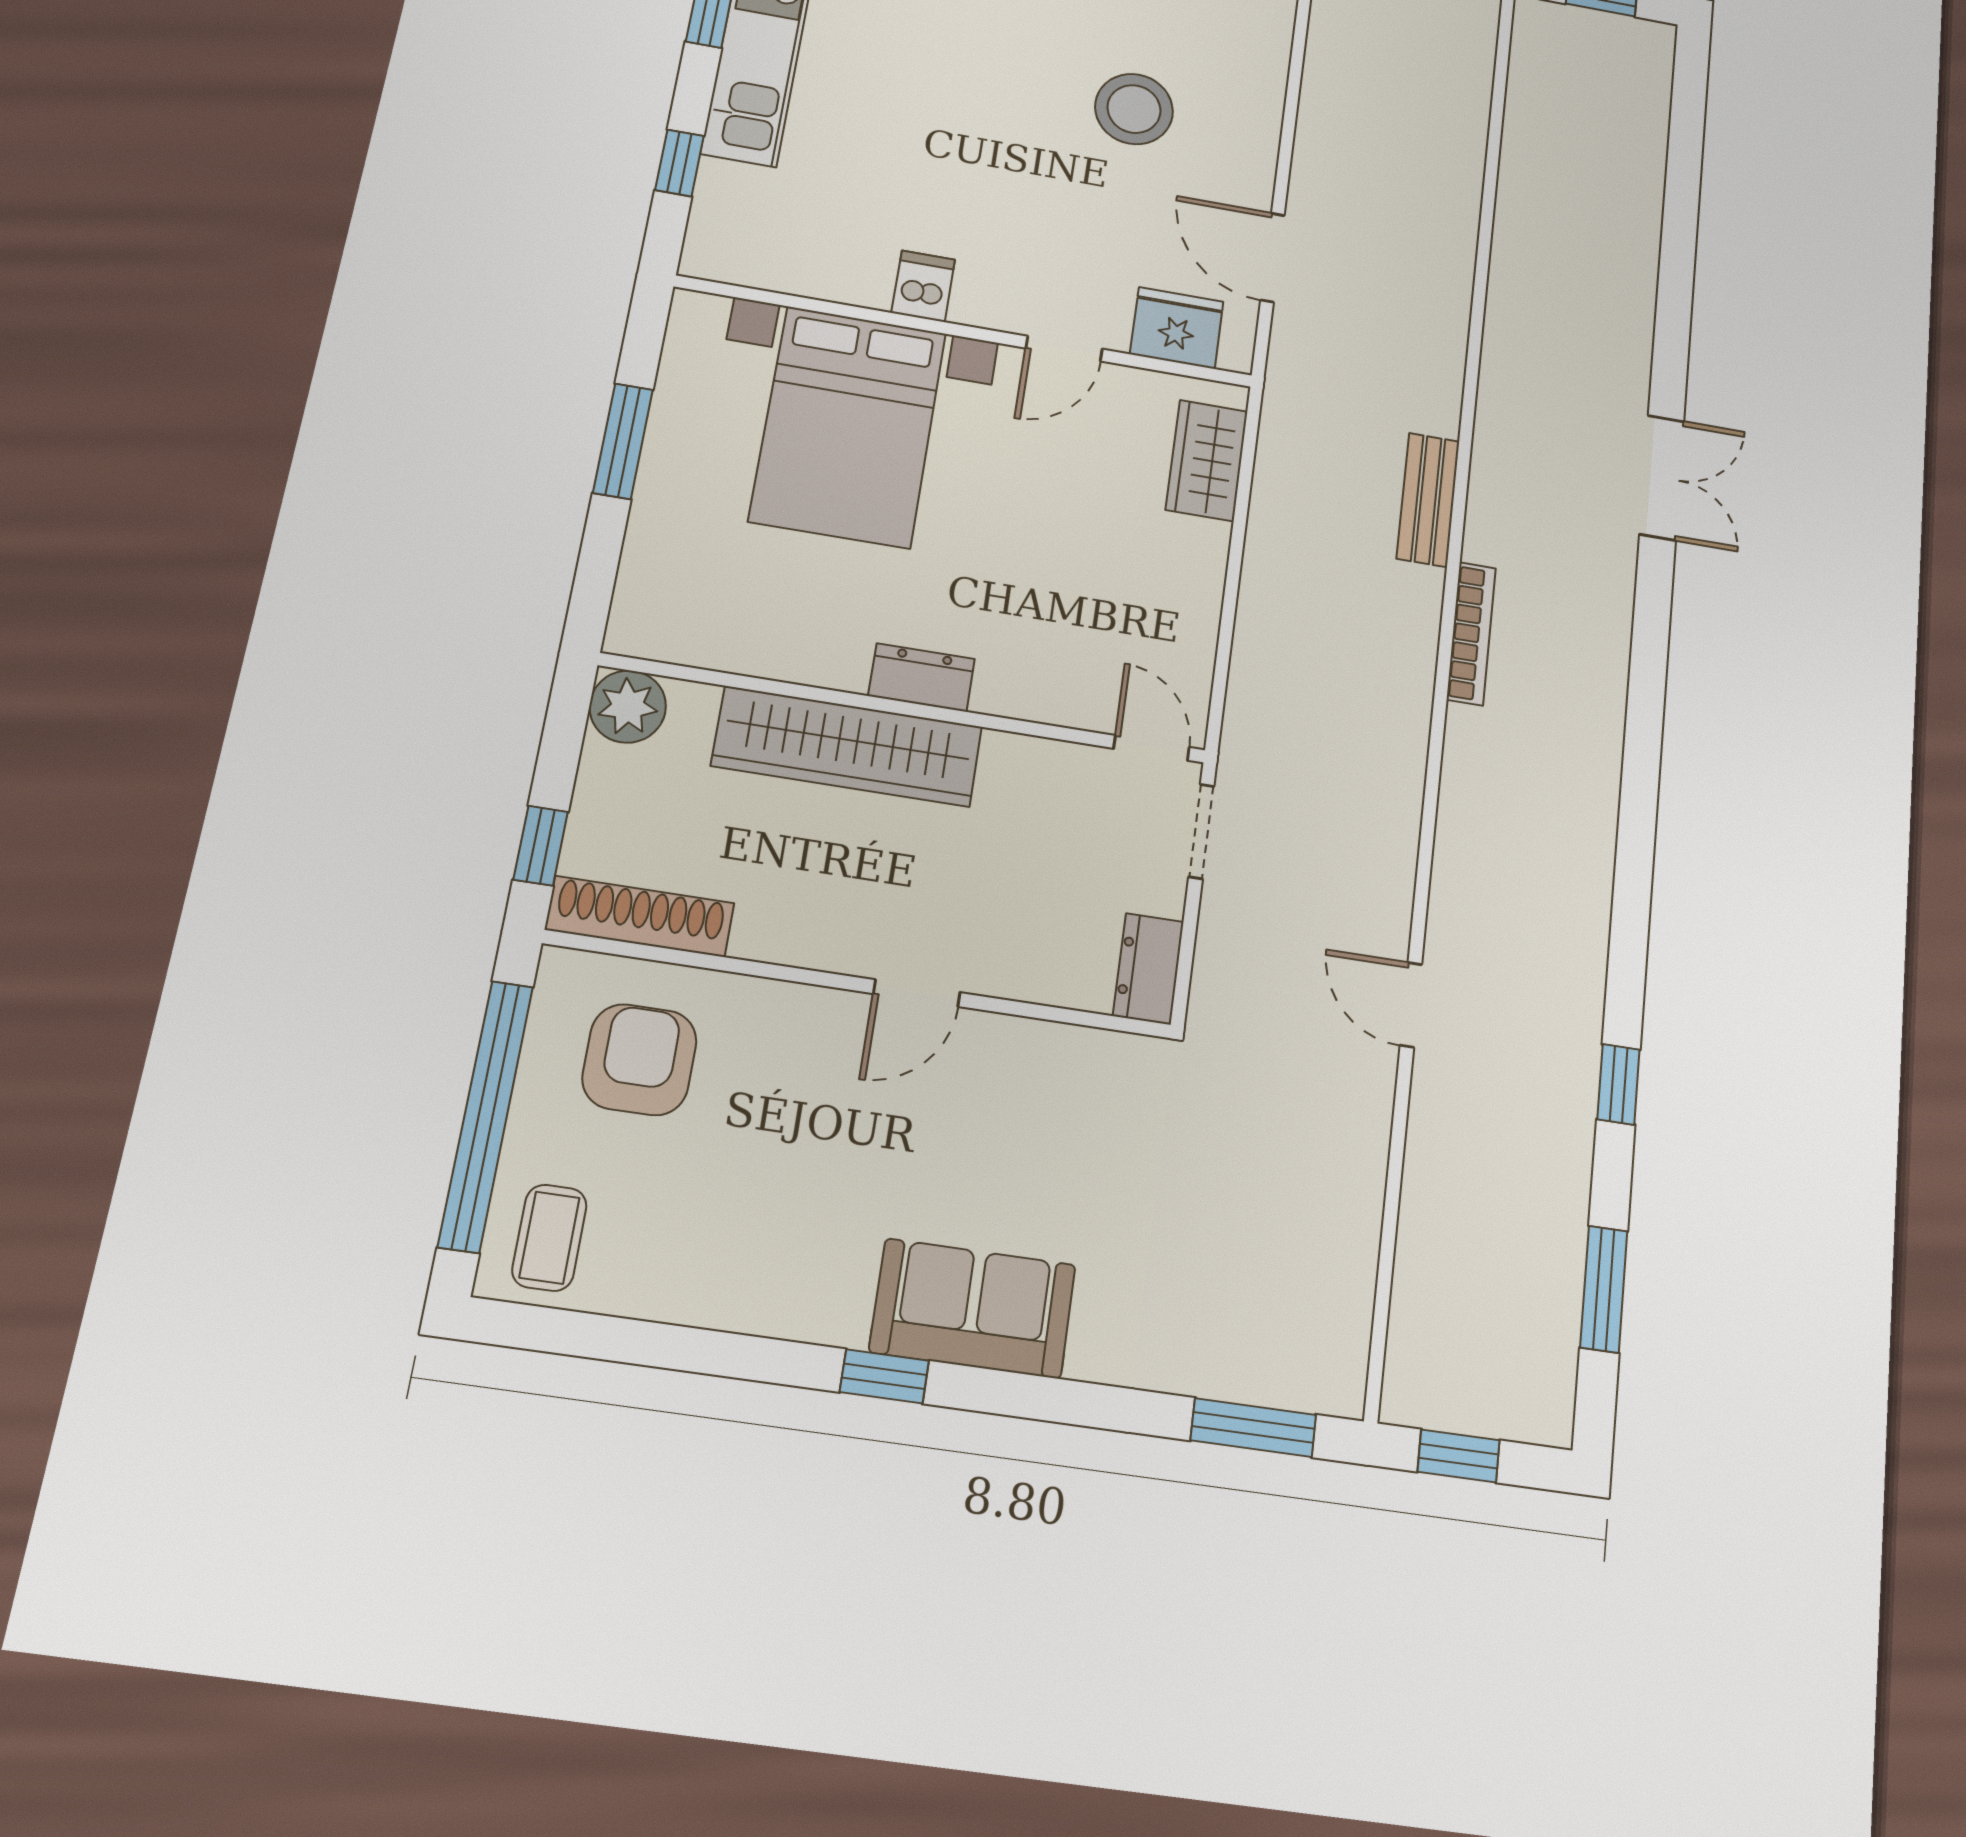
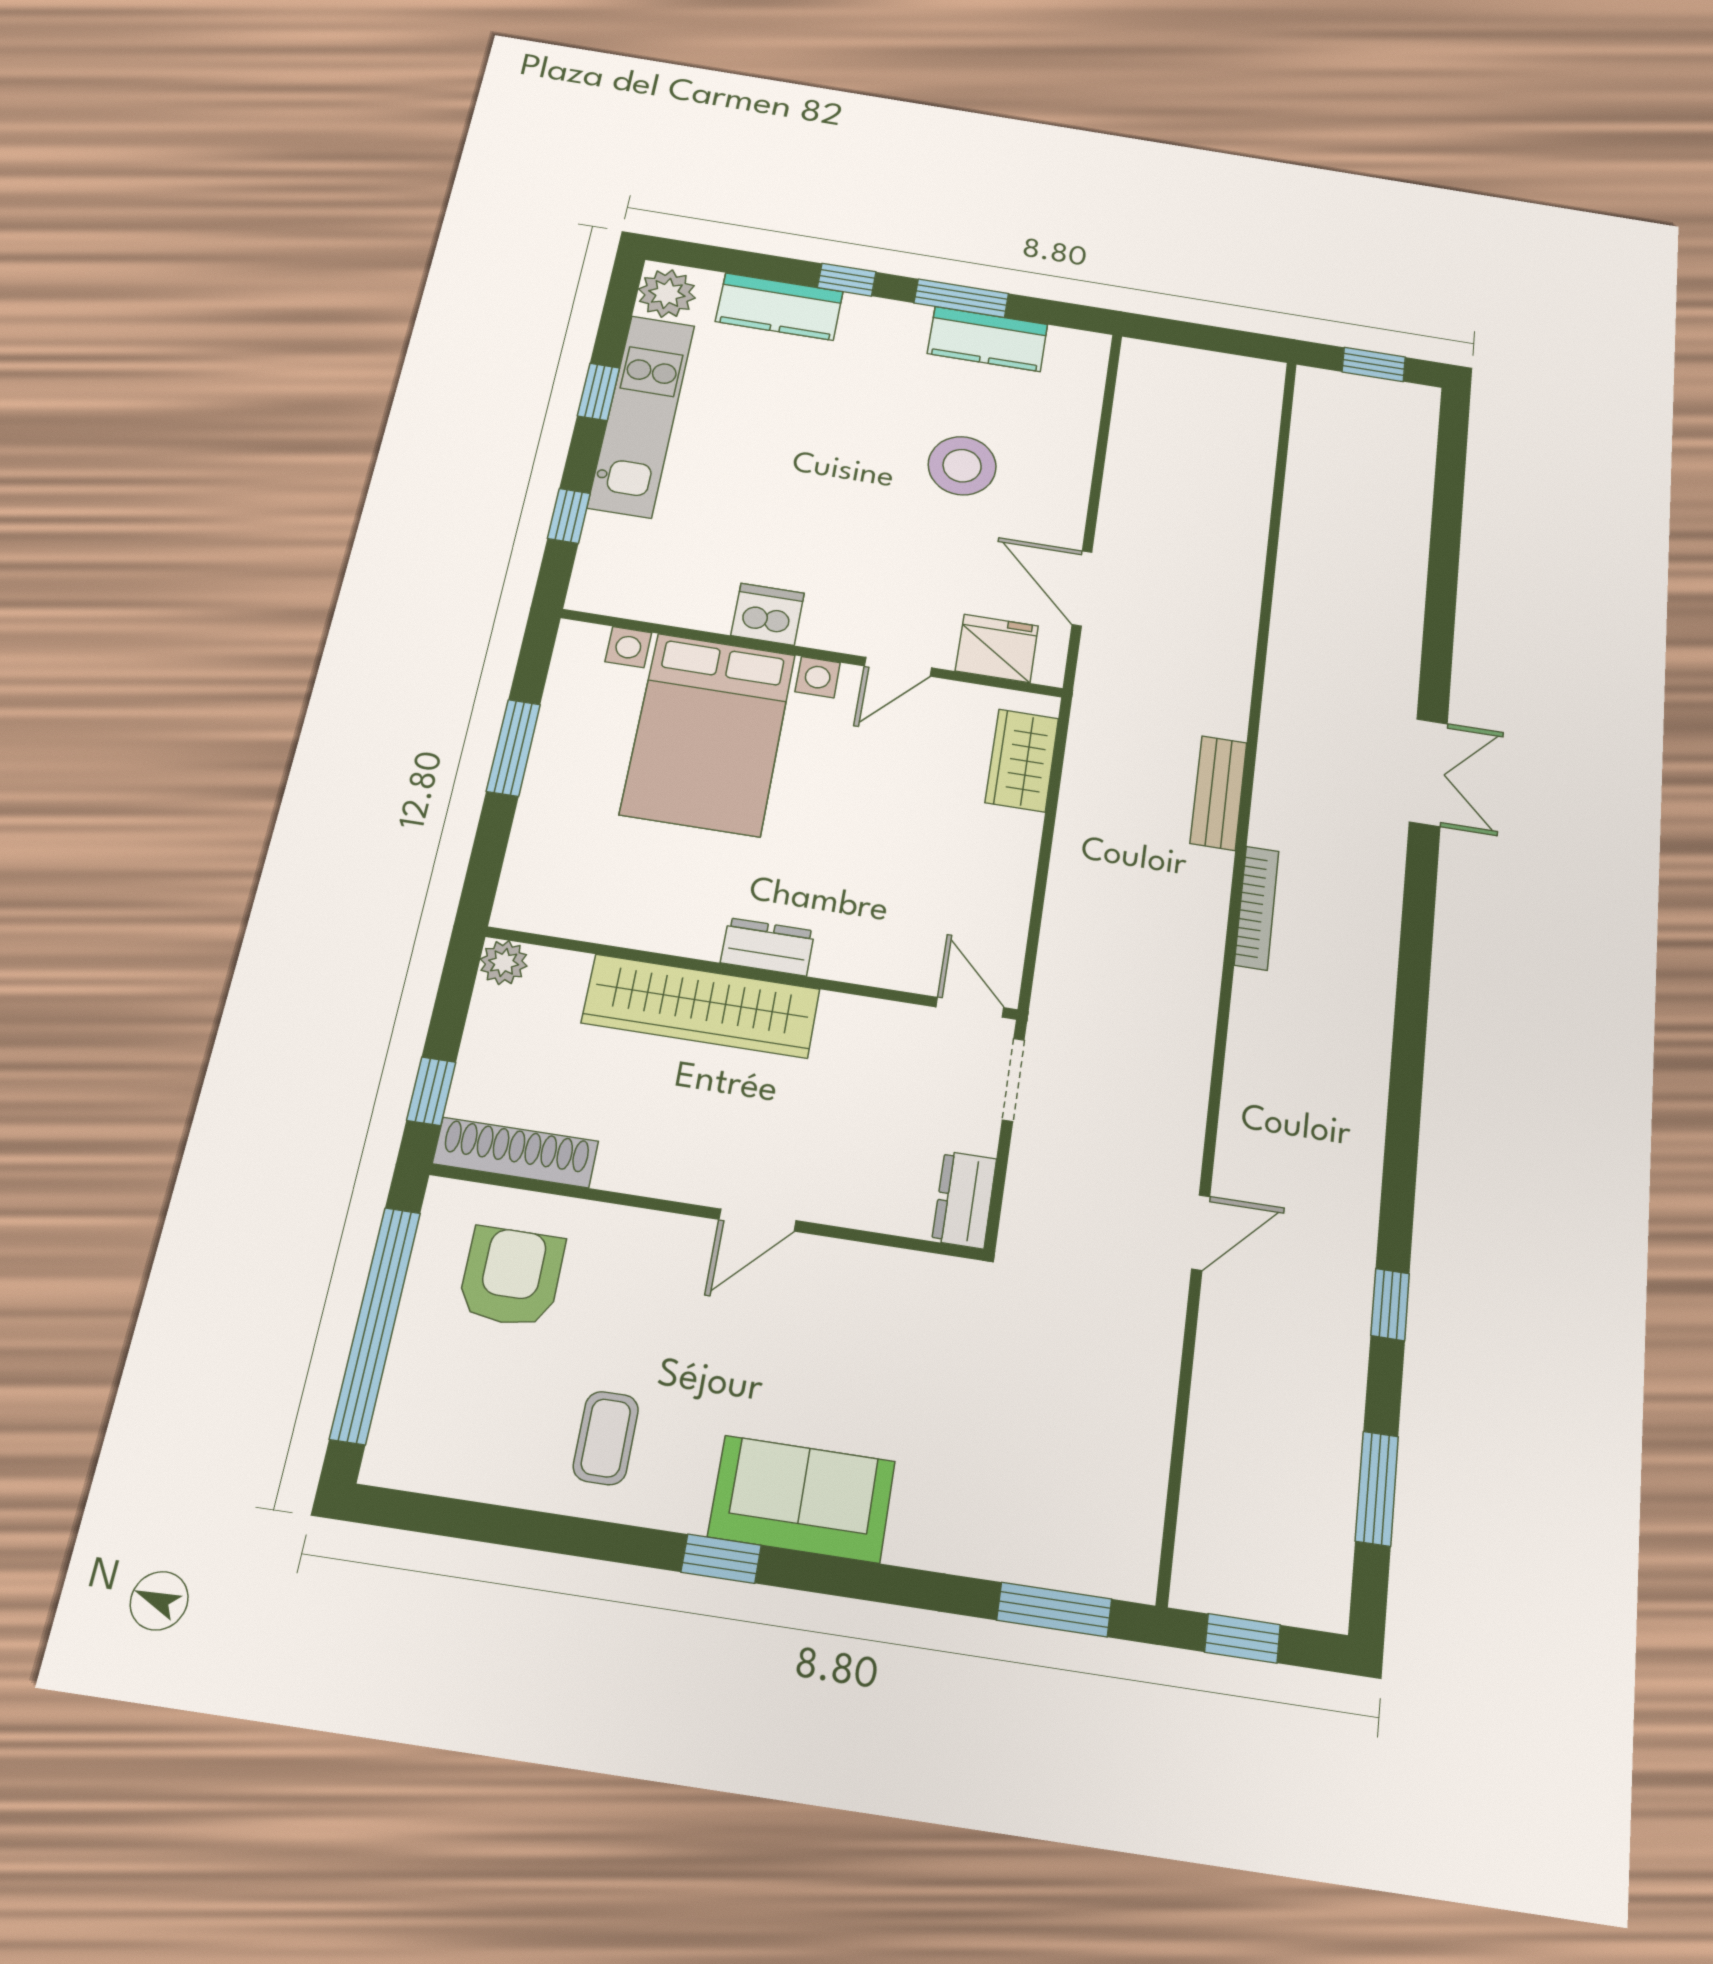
dishwasher: (923, 286) -> (768, 614), width x1.38
plant: (628, 707) -> (504, 963), width x0.73, depth x0.73
door: (1411, 1005) -> (1201, 1233), swing flipped
coffee table: (549, 1238) -> (606, 1438), moved

